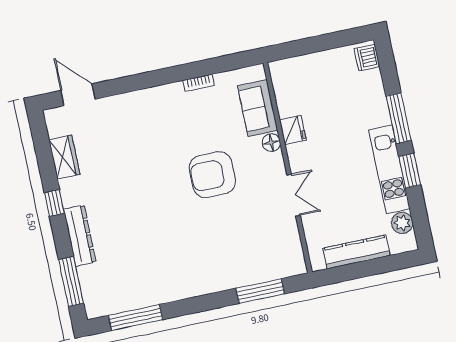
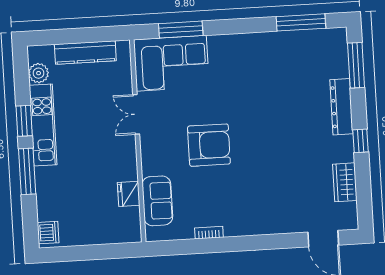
fridge: (293, 130) -> (129, 194), moved
floor lamp: (271, 143) -> (149, 167), removed
corner sofa: (265, 254) -> (171, 63), added

